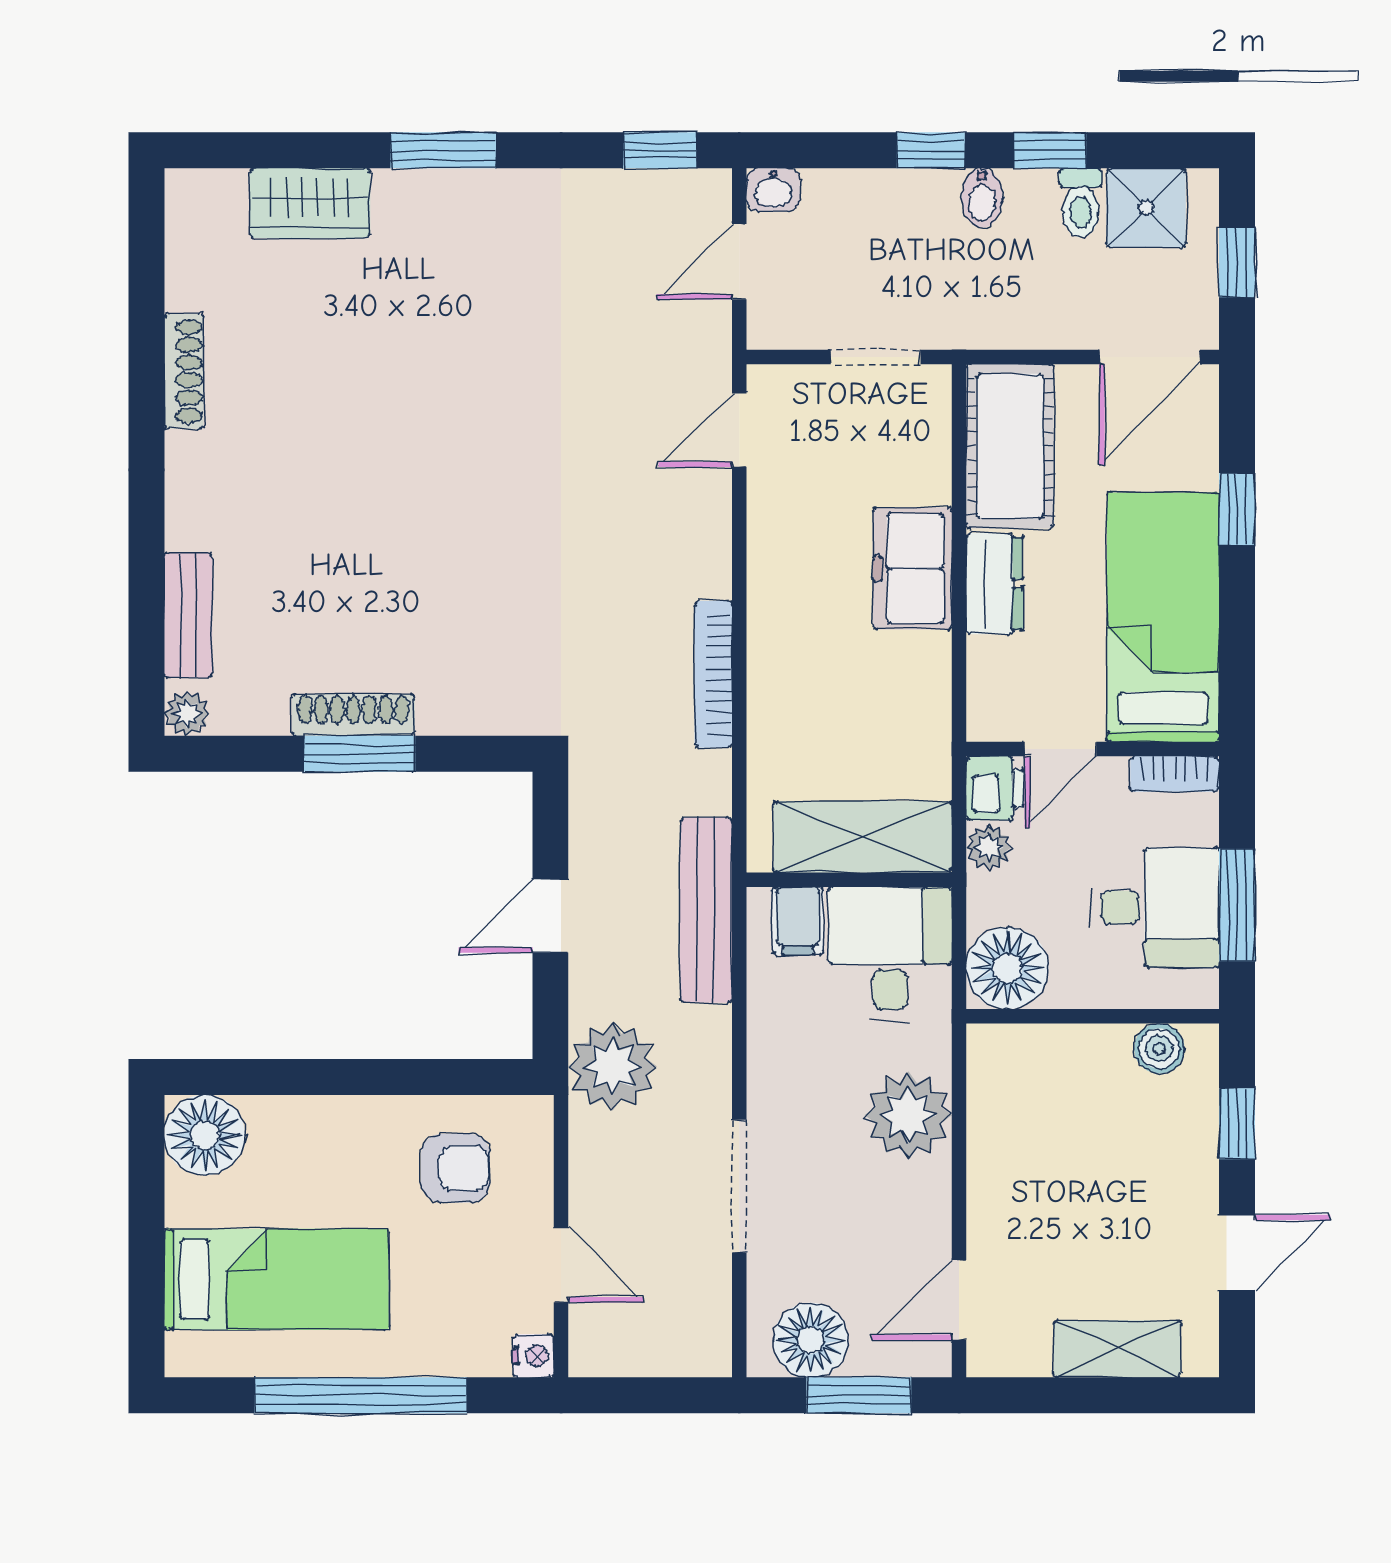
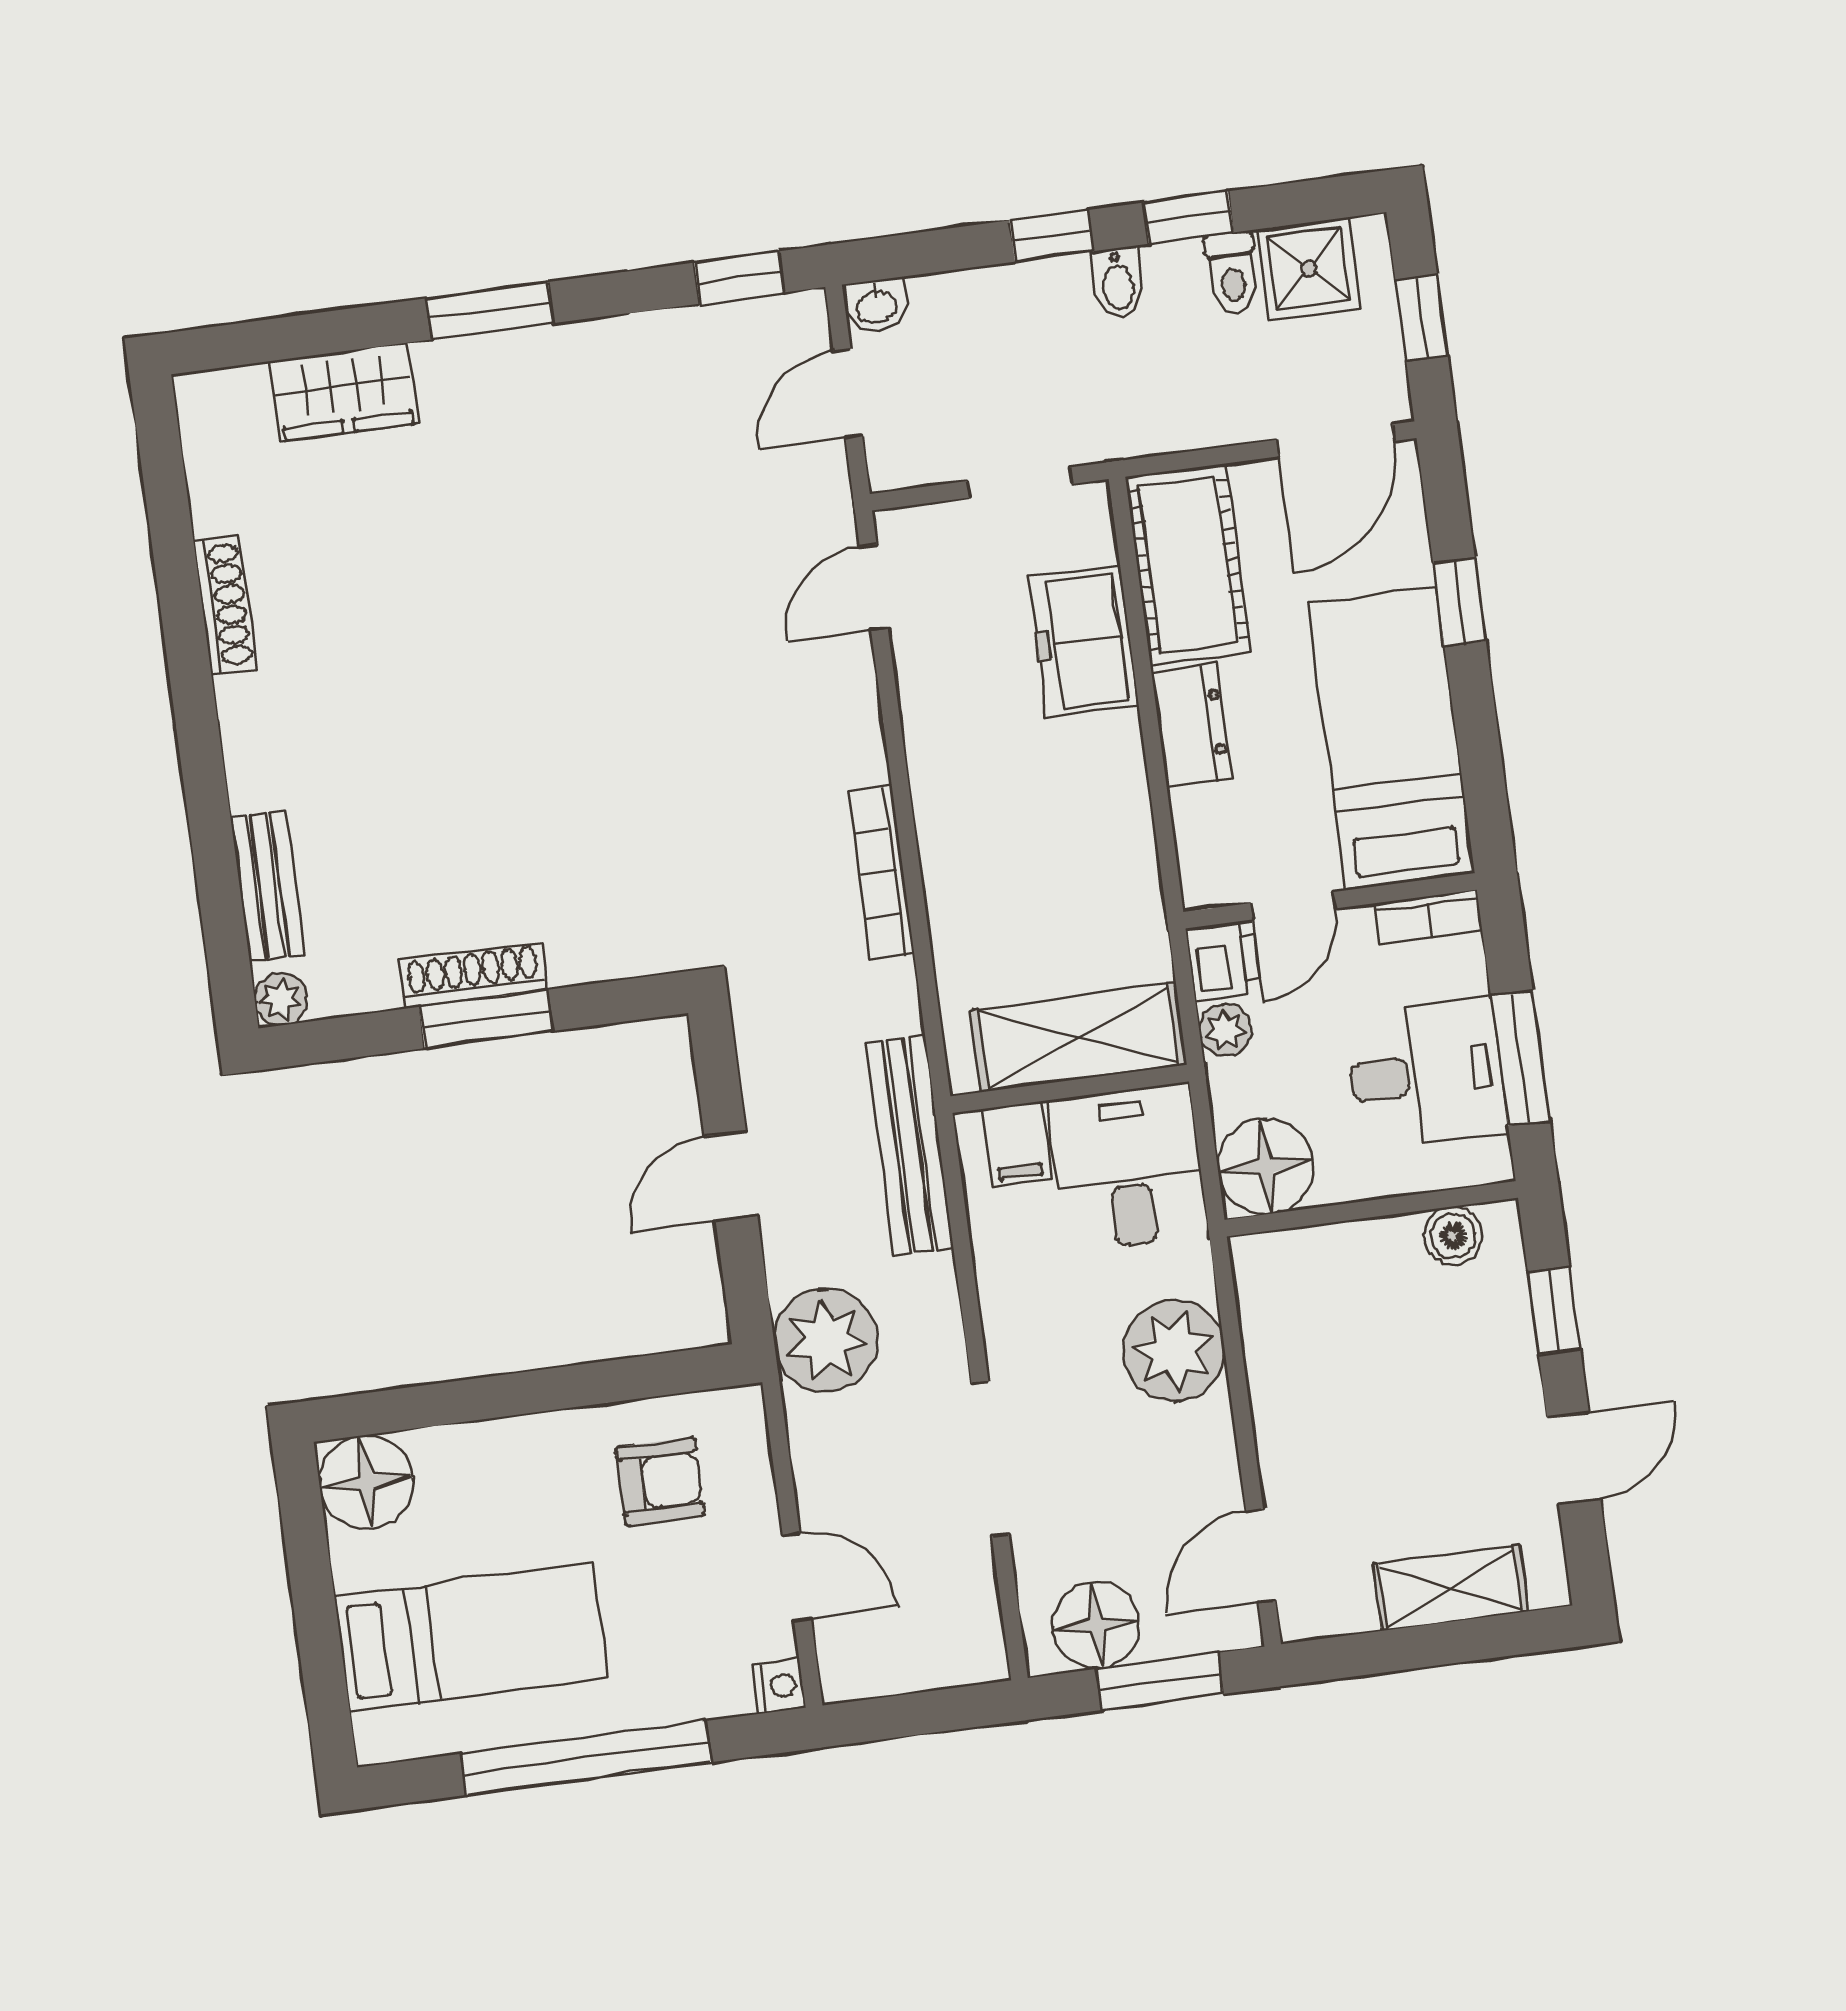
freezer: (912, 568) -> (1084, 641), moved

